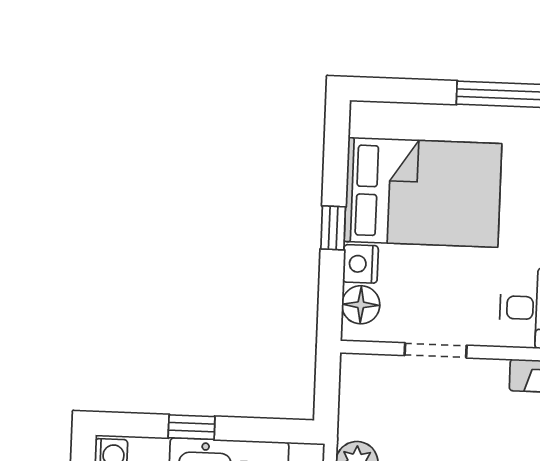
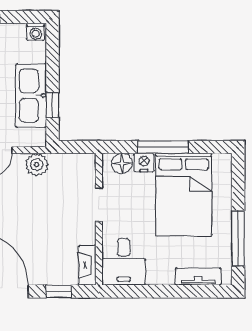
window: (333, 228) -> (163, 147), width x2.17
window: (192, 427) -> (52, 105), moved

